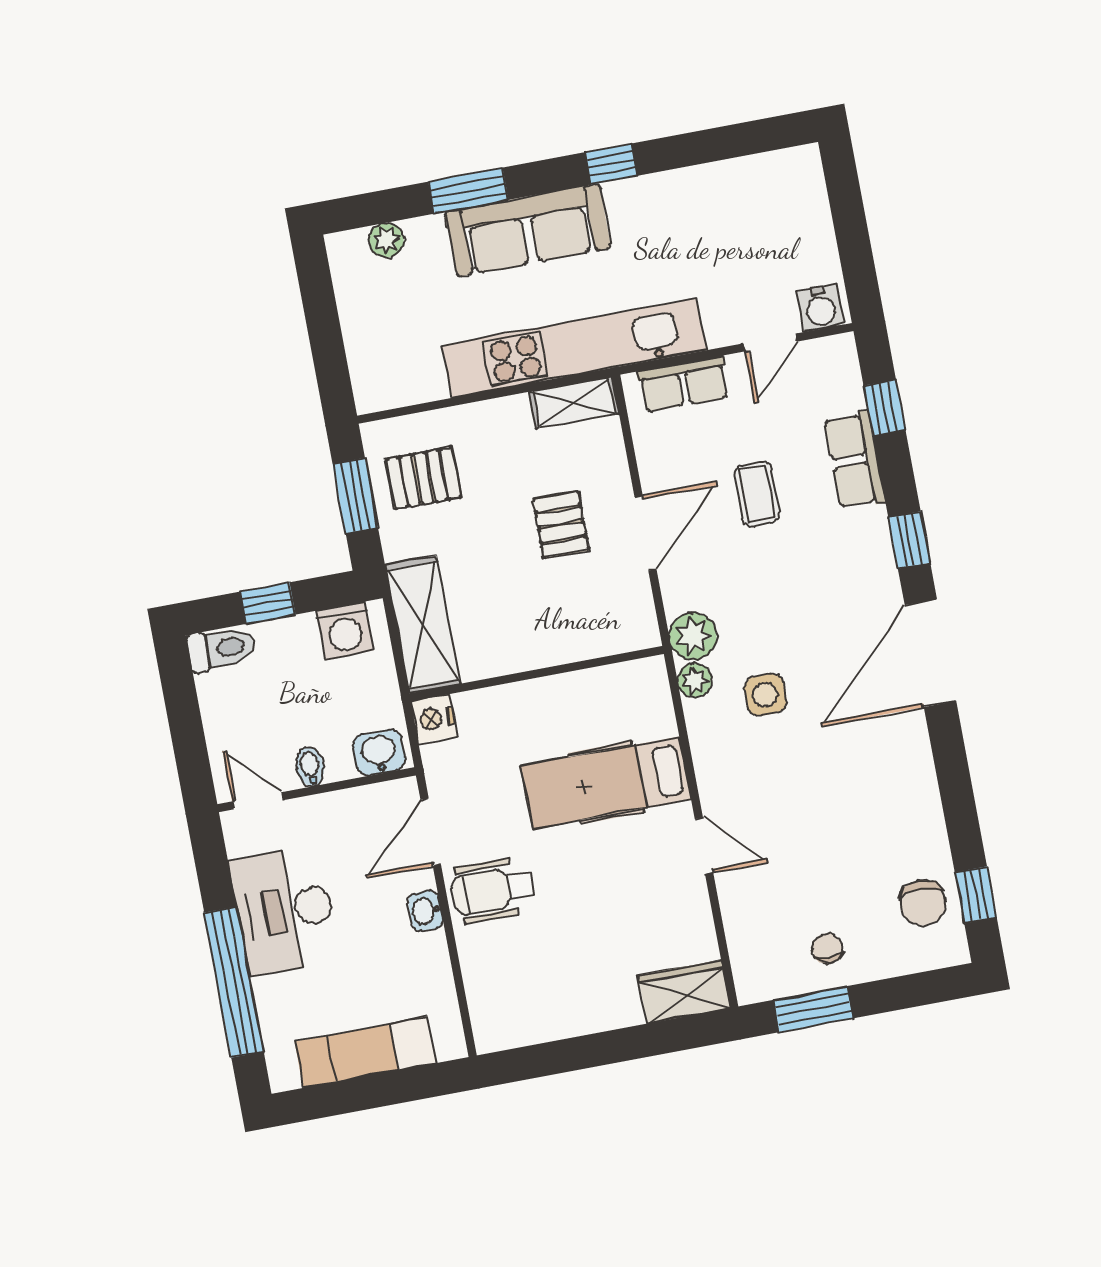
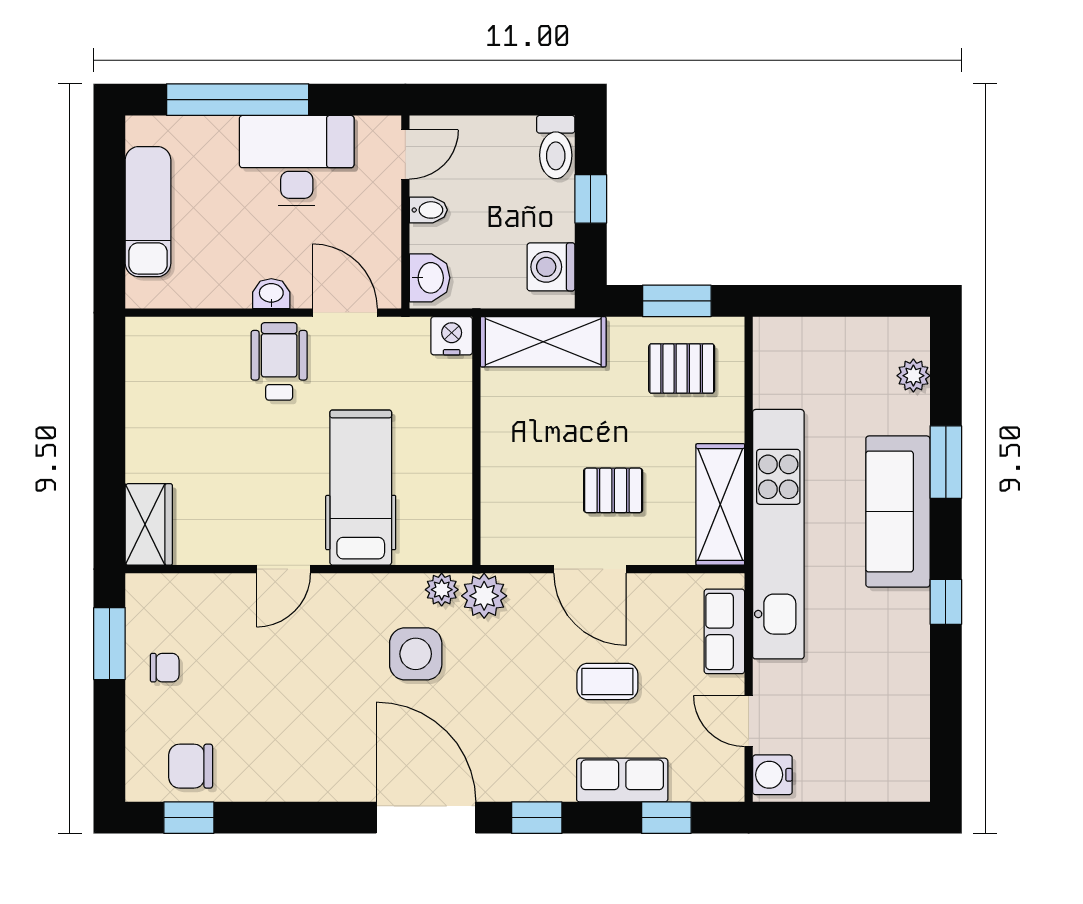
shelving: (574, 403) -> (720, 504), width x1.50, depth x1.33
pallet: (423, 478) -> (682, 368), turned 90
side table: (765, 695) -> (416, 654), width x1.37, depth x1.37

